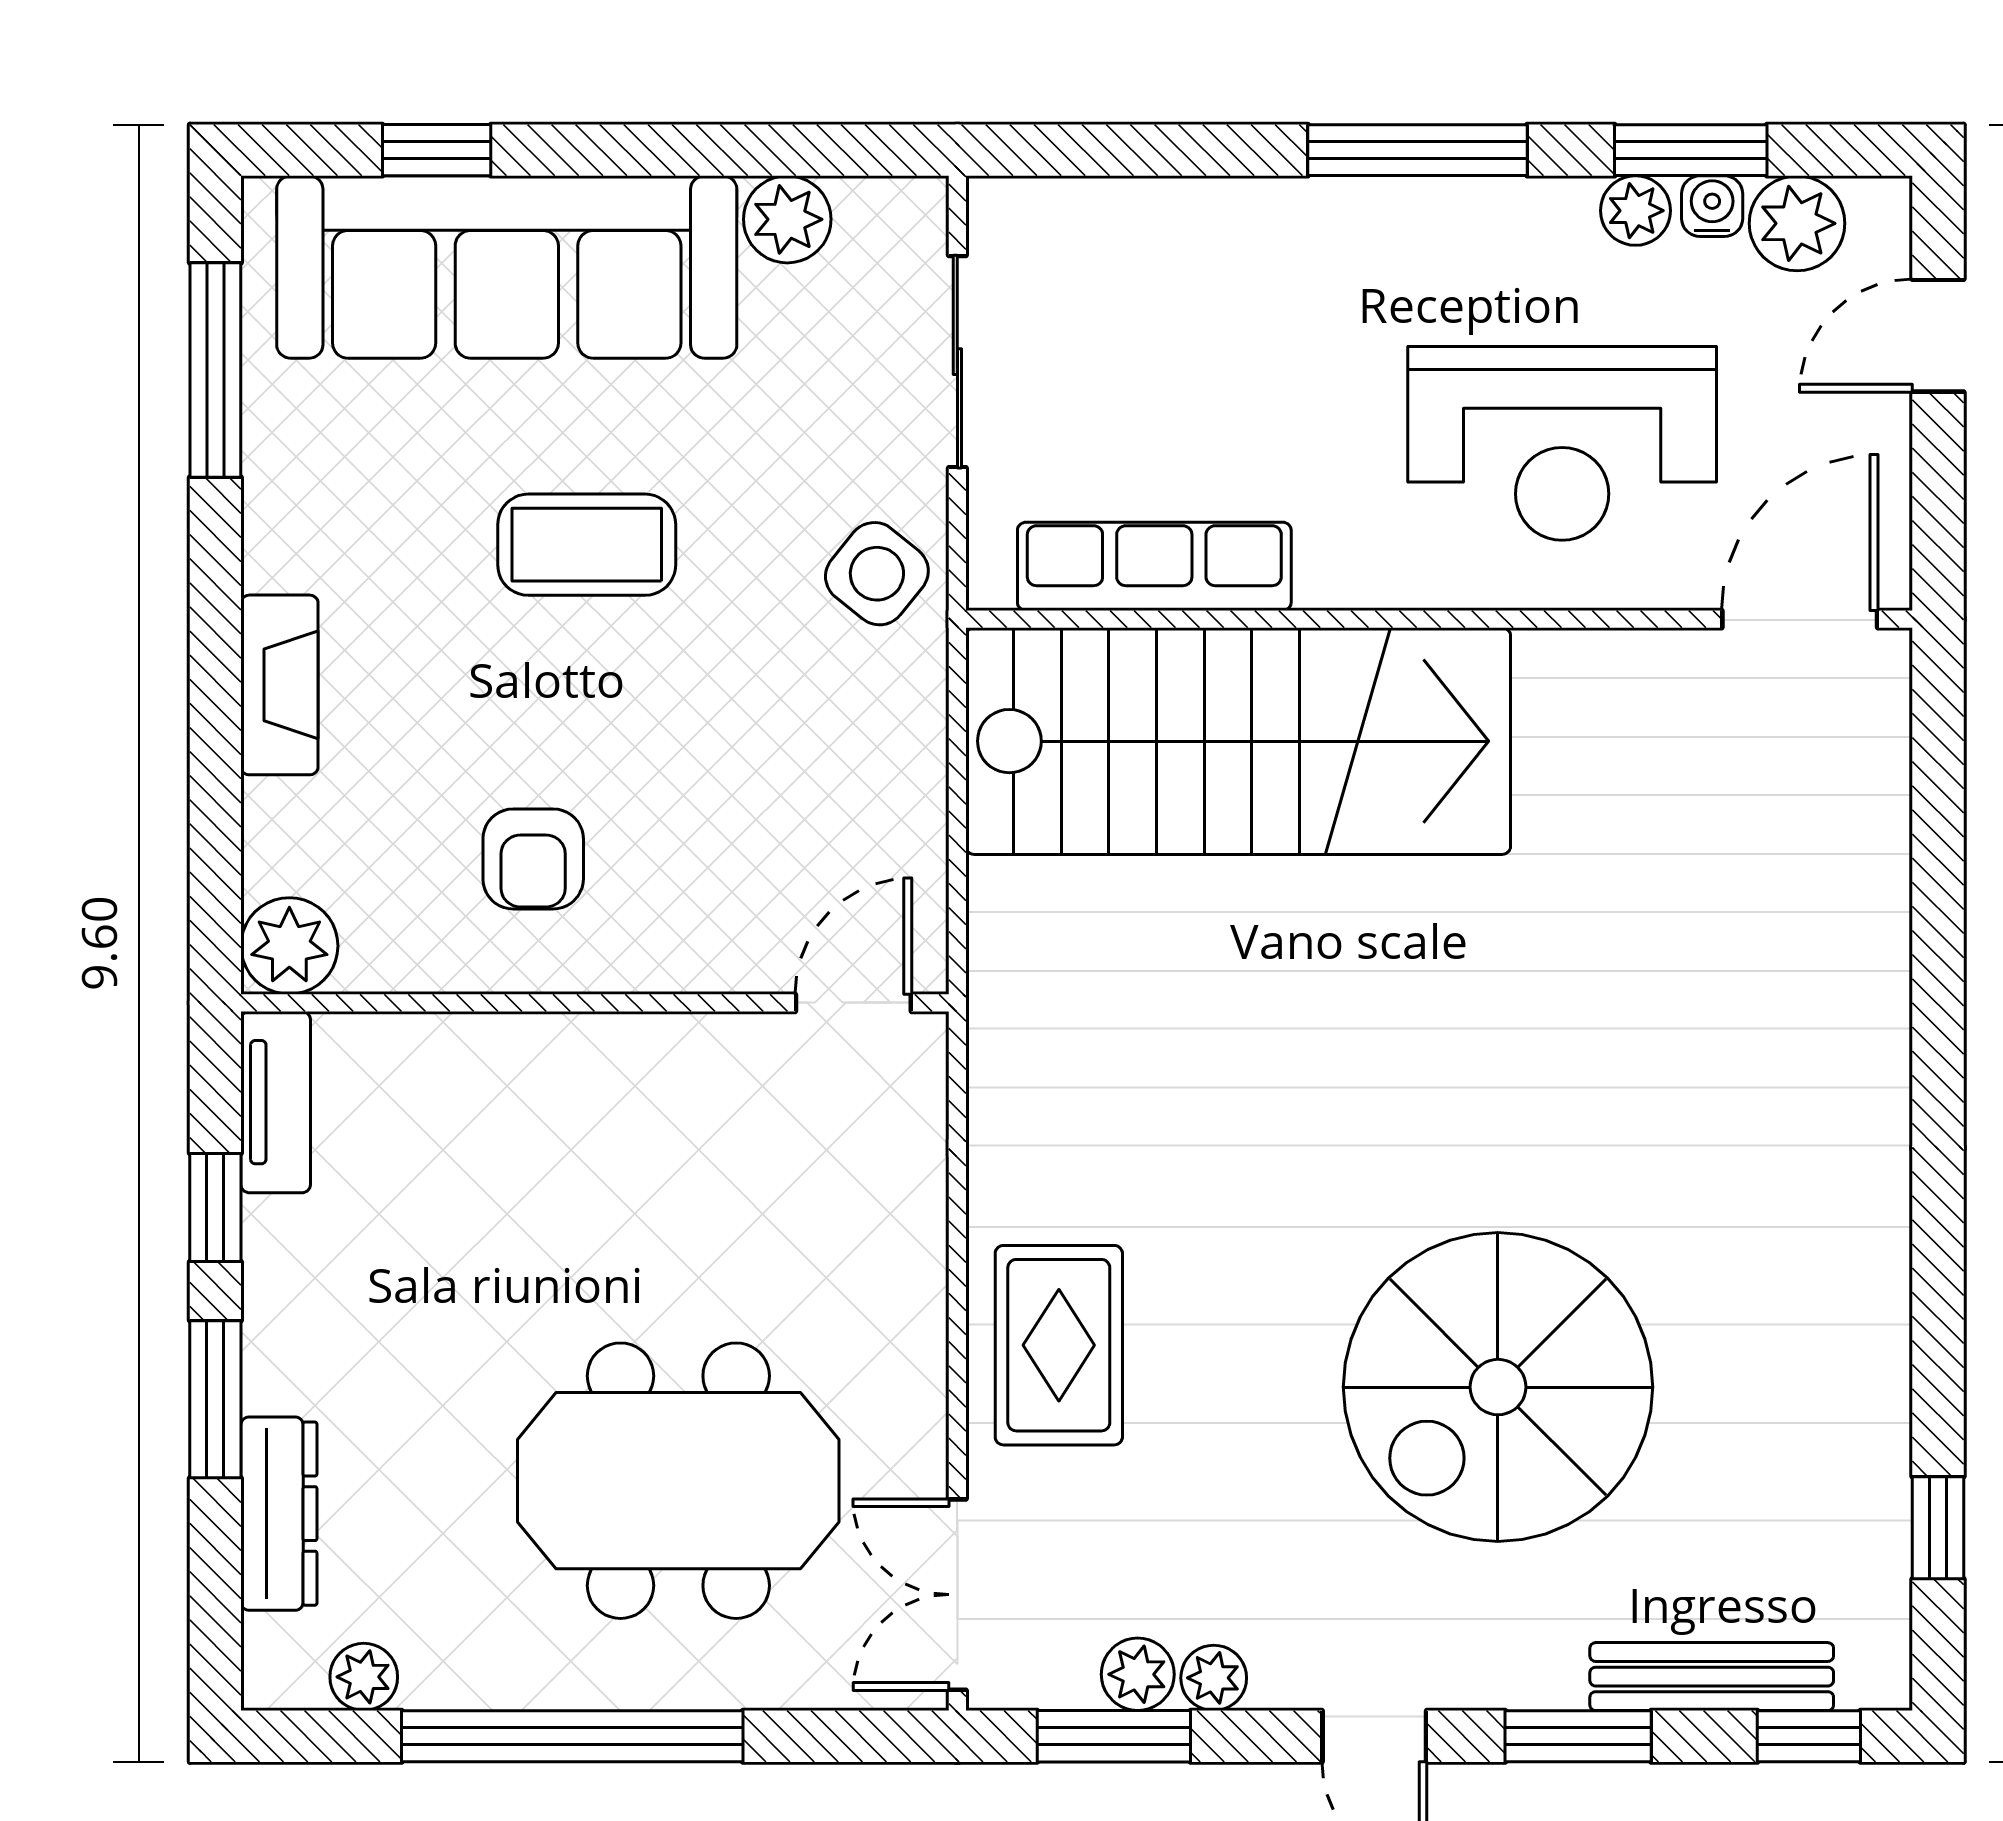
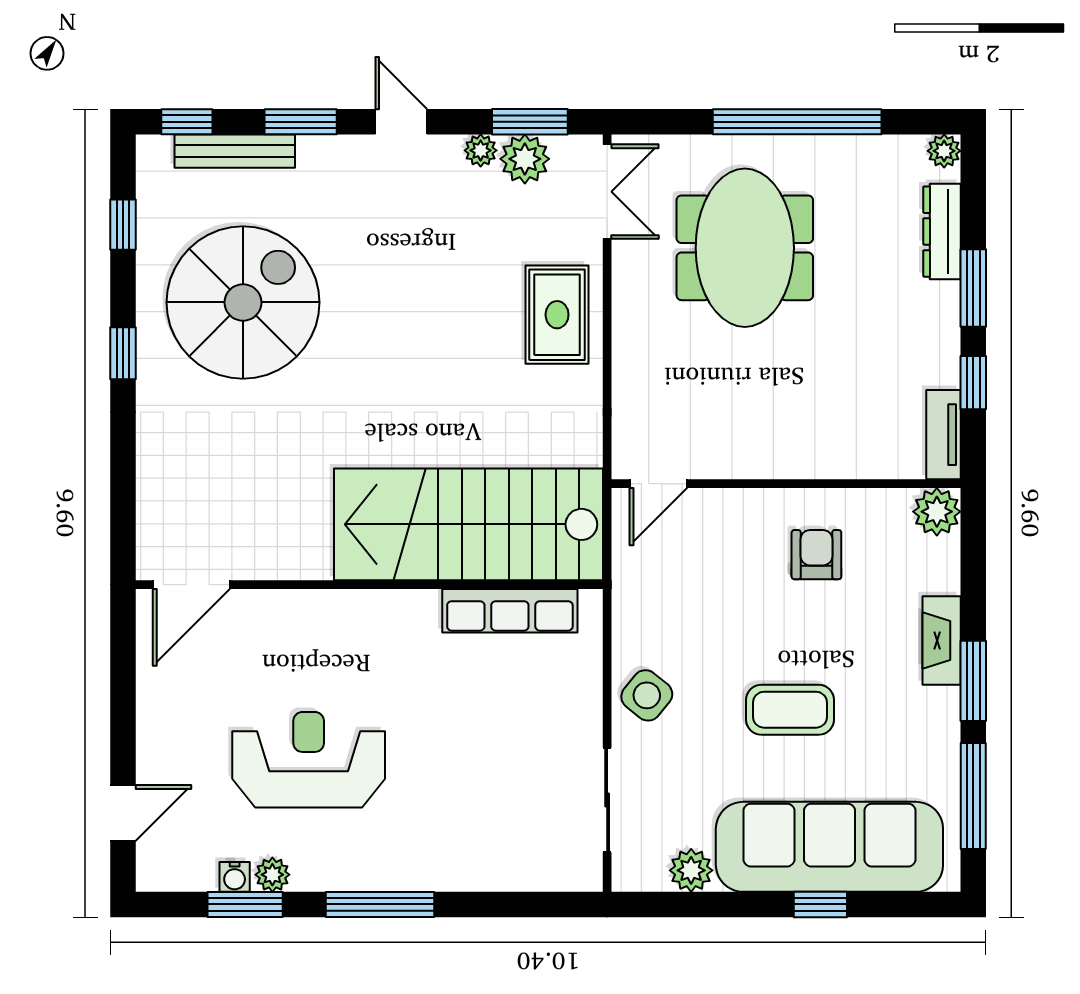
window: (437, 150) -> (820, 904), moved
plant: (1797, 223) -> (193, 868), removed
row of seats: (1154, 566) -> (510, 611), moved
window: (215, 603) -> (973, 681), added
wall: (1439, 619) -> (369, 585), moved
door: (1800, 619) -> (191, 585), moved
stairs: (1238, 741) -> (469, 524), moved
window: (1938, 1267) -> (123, 353), added
spiral stairs: (1498, 1387) -> (243, 302), moved
meeting table: (678, 1481) -> (745, 248), turned 90
plant: (1138, 1674) -> (525, 159), width x1.38, depth x1.38
plant: (364, 1677) -> (944, 151), moved

